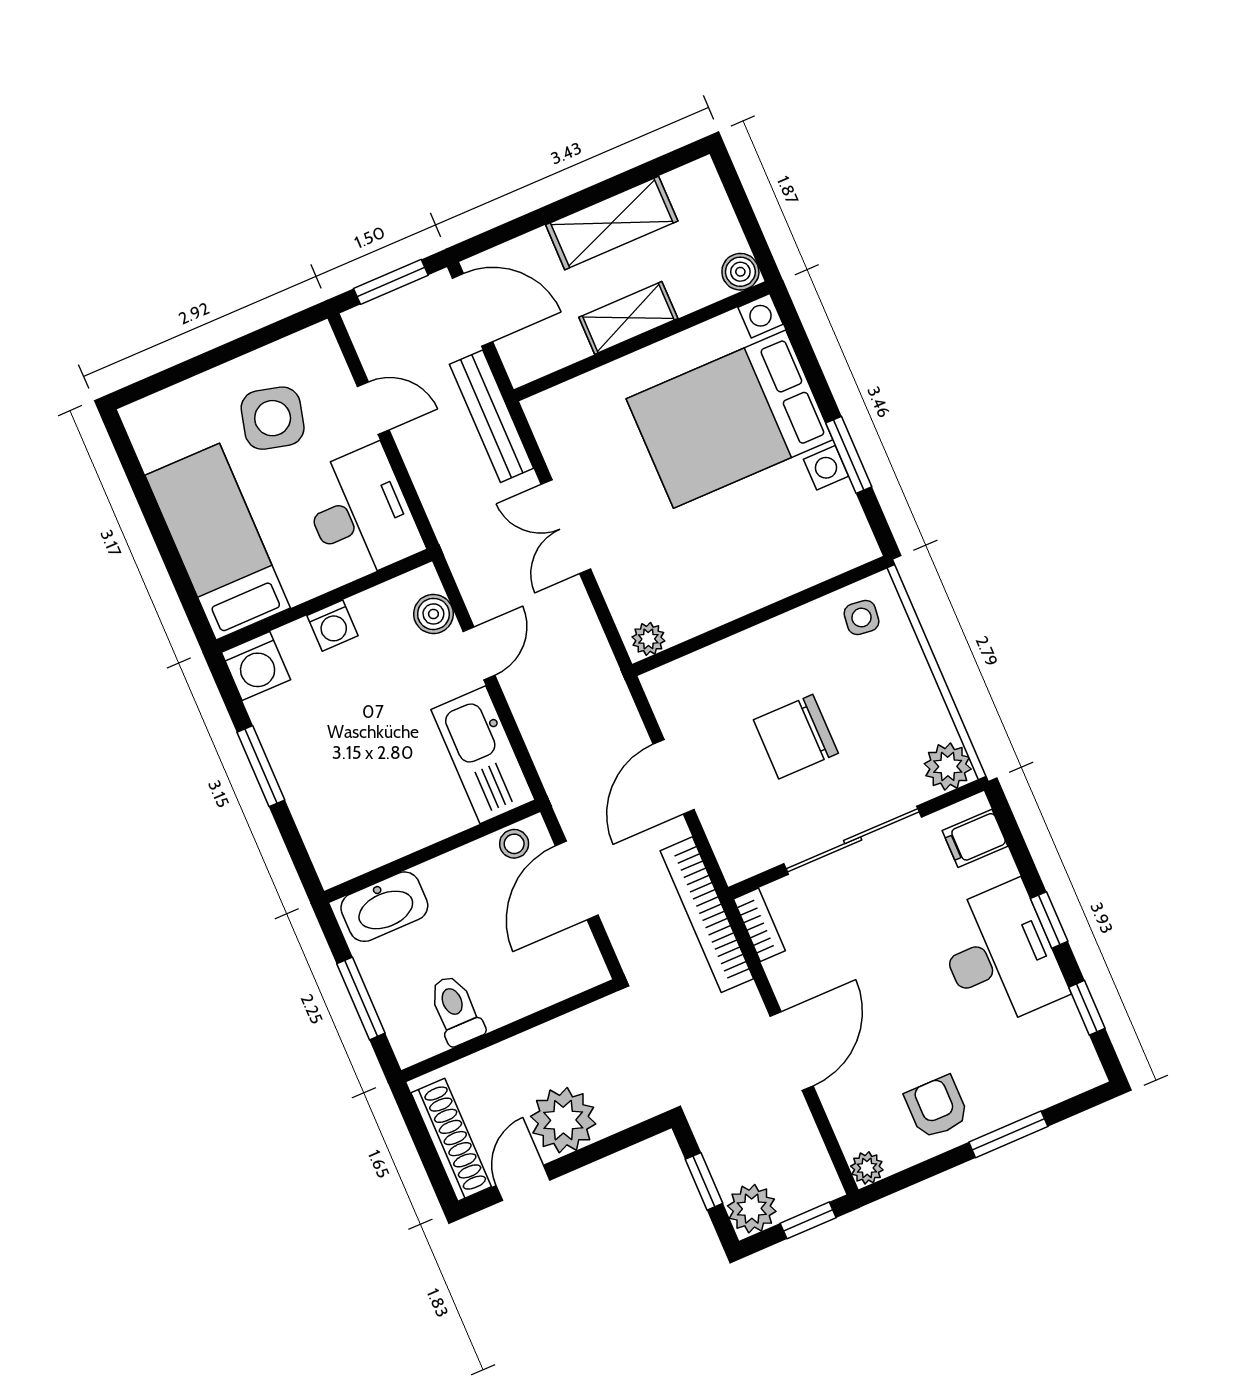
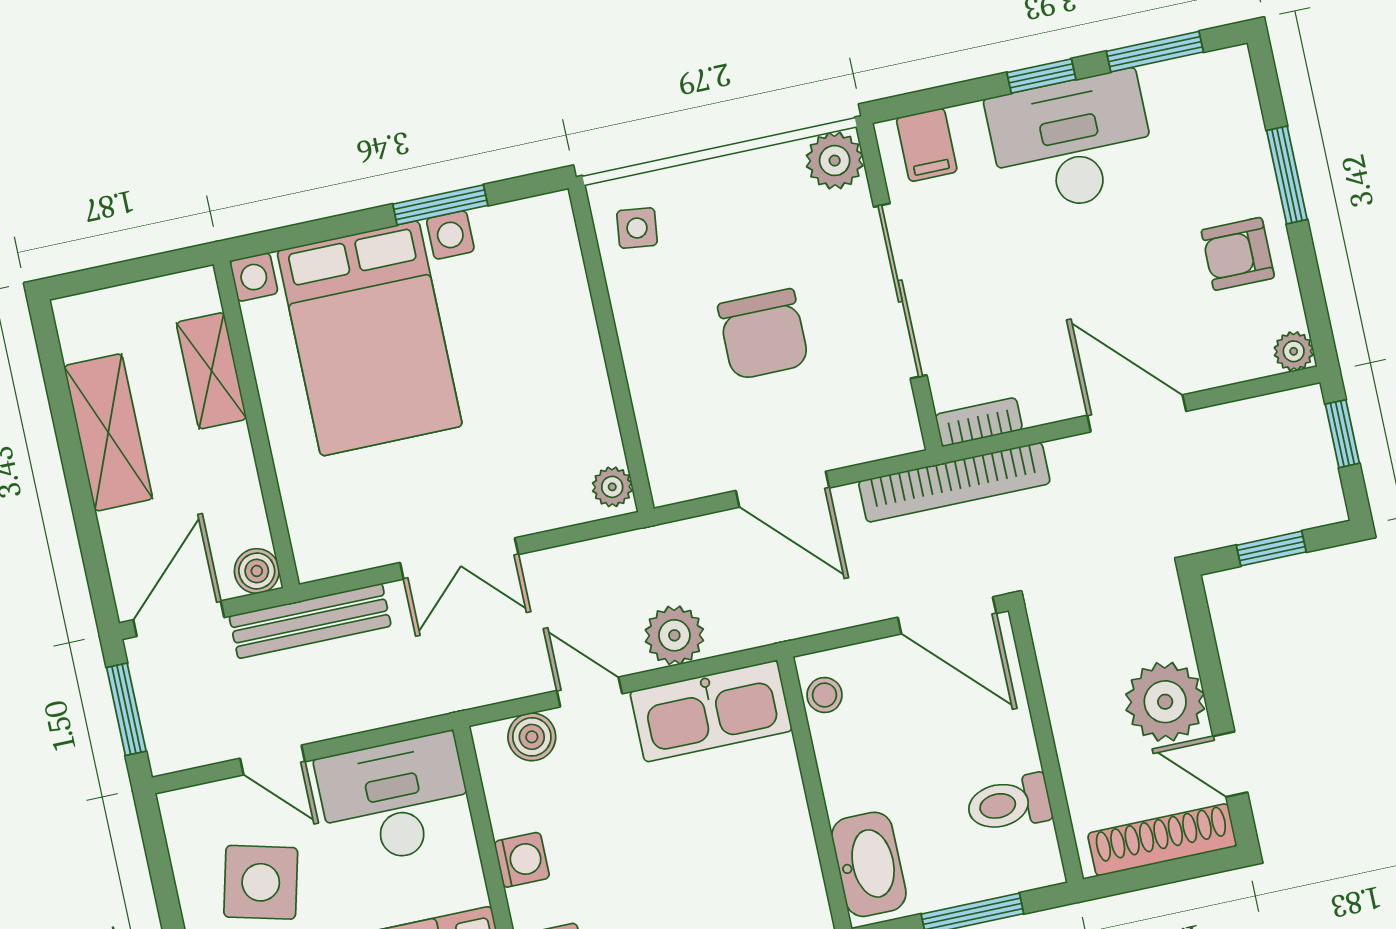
boiler: (740, 272) -> (257, 571), moved
shelving: (628, 318) -> (211, 371), moved
door: (373, 408) -> (273, 760), swing flipped
door: (577, 881) -> (947, 615), moved
window: (1087, 1008) -> (1155, 52), width x1.50
plant: (752, 1209) -> (674, 635), moved

